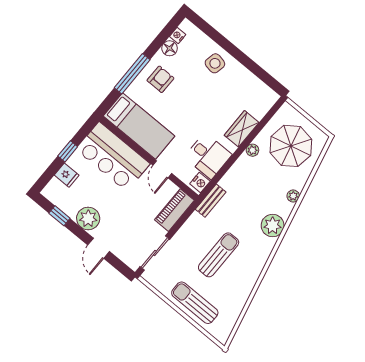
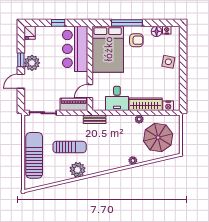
bed: (139, 126) -> (108, 49), width x1.50
wardrobe: (242, 129) -> (146, 104), width x1.50
door: (162, 169) -> (90, 91), moved
fridge: (67, 175) -> (30, 33), moved
nightstand: (200, 183) -> (168, 106), moved
window: (59, 216) -> (21, 60), moved
plant: (273, 226) -> (78, 170), moved
sun lounger: (195, 303) -> (34, 155), width x1.36, depth x1.34

